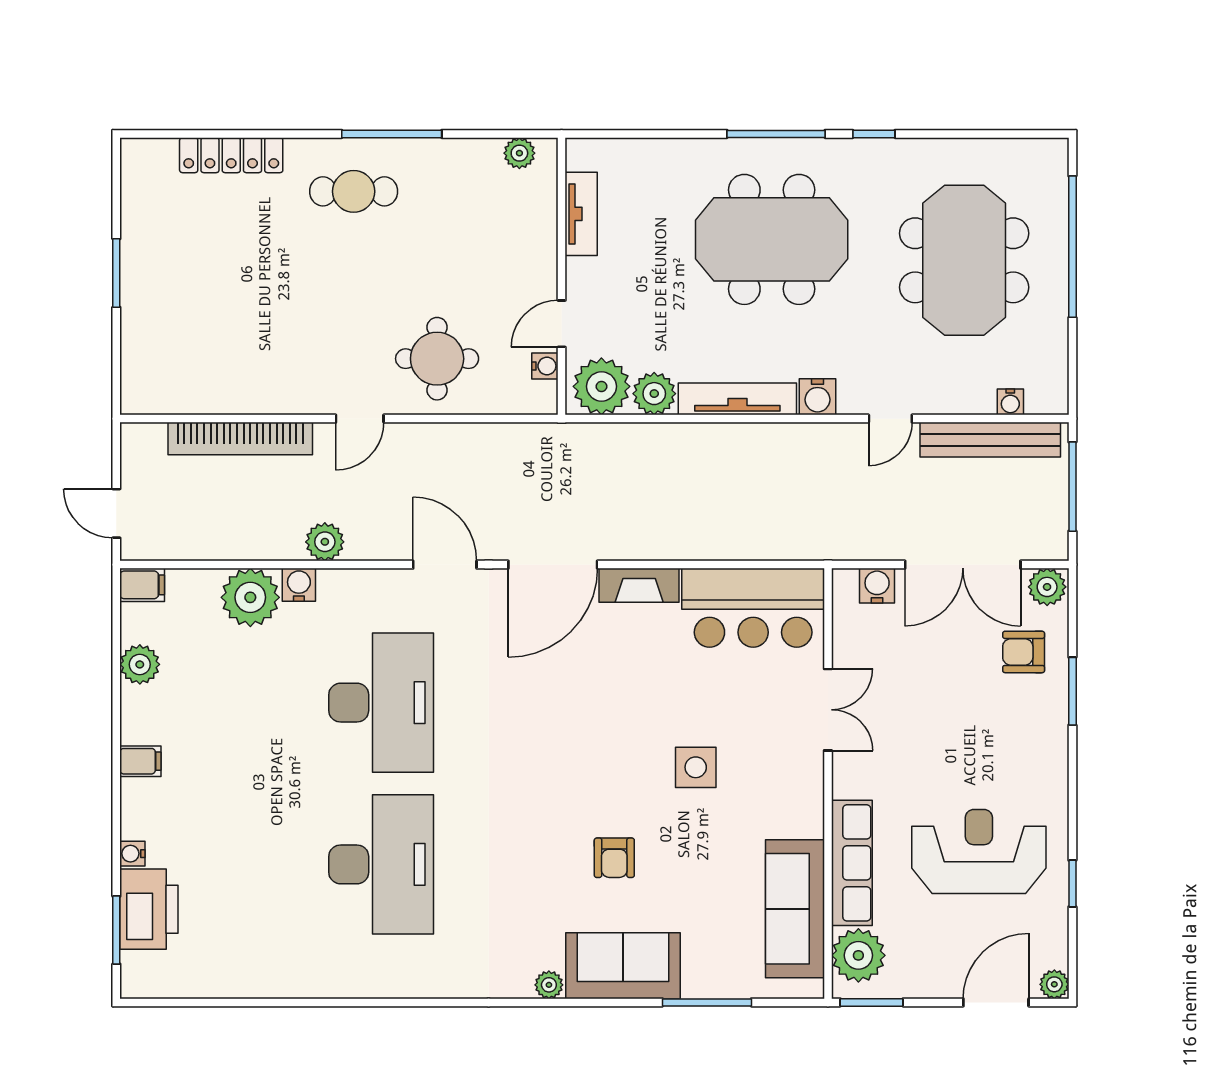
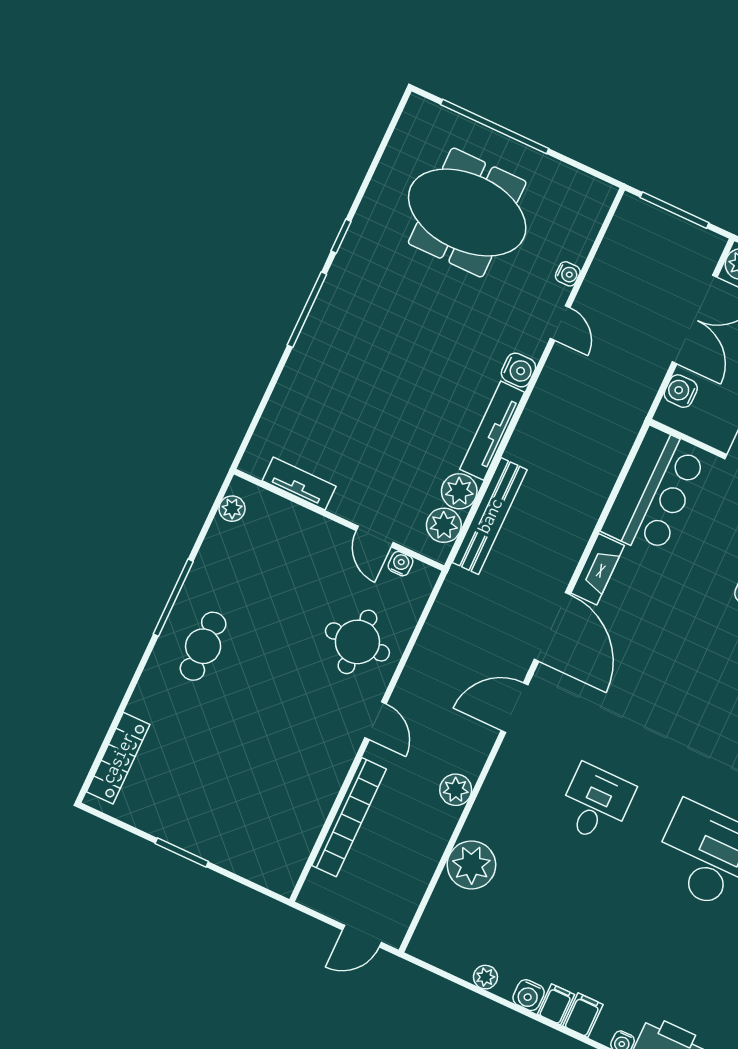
locker: (231, 155) -> (118, 758), moved
meeting table: (772, 239) -> (385, 350), removed
plant: (601, 386) -> (444, 525), width x0.73, depth x0.73
water cooler: (1010, 402) -> (568, 274), moved
bench: (990, 440) -> (490, 516), moved
filing cabinet: (142, 585) -> (583, 1015), moved
water cooler: (299, 585) -> (529, 995), moved, turned -90
plant: (140, 664) -> (485, 977), width x0.73, depth x0.73
desk: (381, 703) -> (596, 804), width x0.53, depth x0.77

